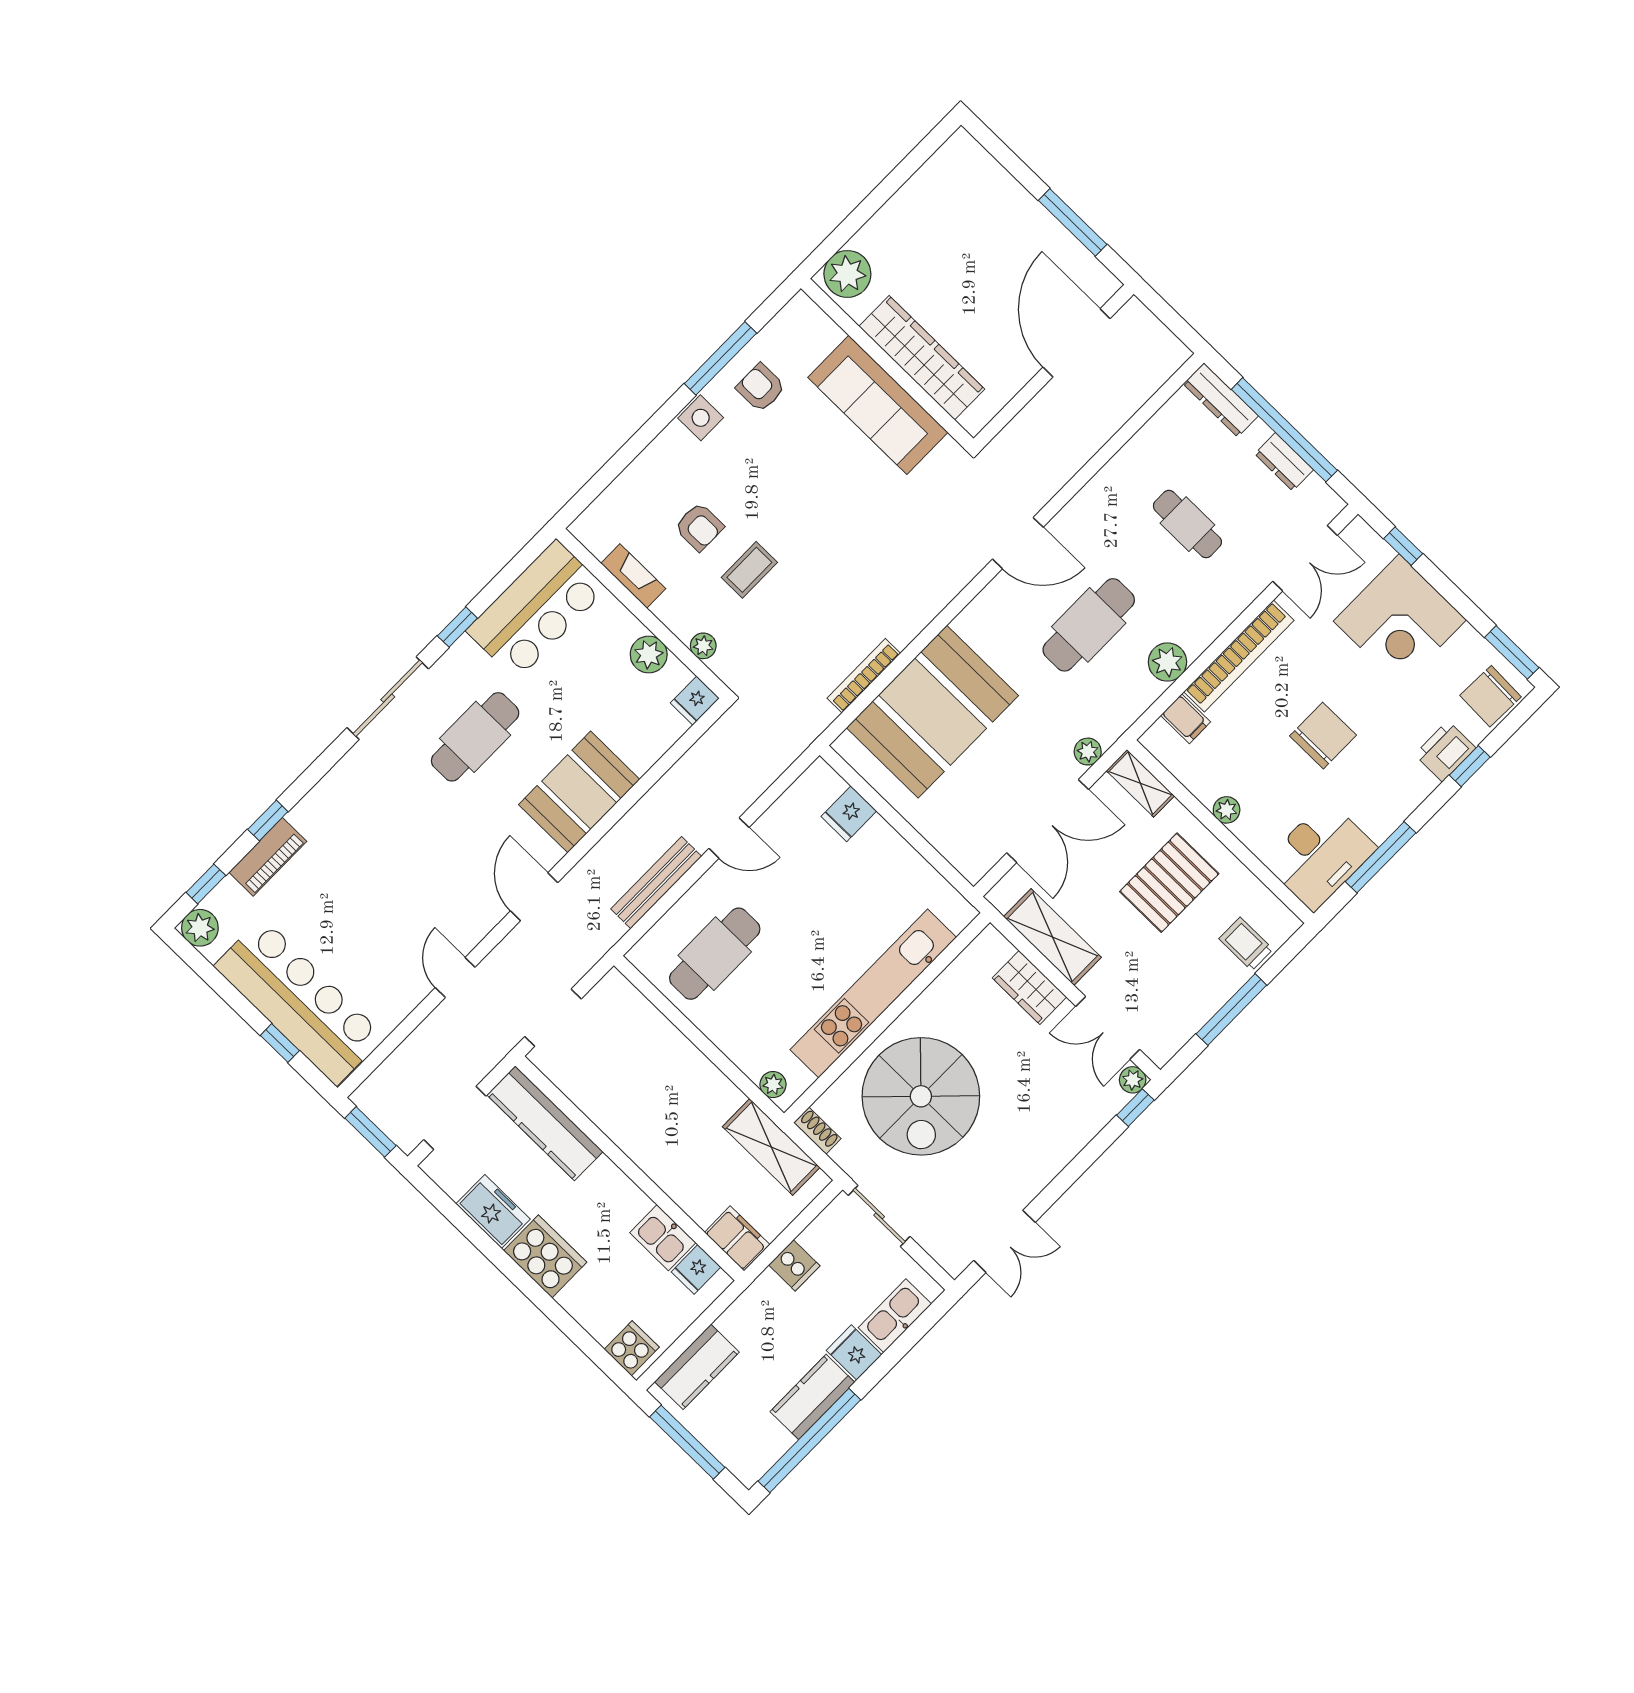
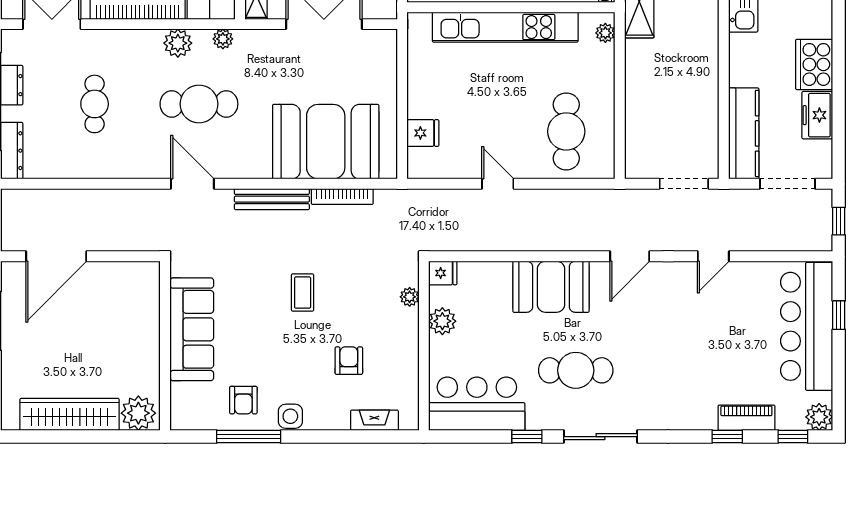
wardrobe: (922, 358) -> (69, 414), moved, turned 90
coffee table: (749, 570) -> (303, 293), moved, turned 90
fireplace: (633, 576) -> (374, 420), moved, turned 90
plant: (1088, 752) -> (223, 39), moved
bench: (656, 883) -> (272, 199), moved
cafe table: (715, 954) -> (566, 131), turned 90
window: (370, 1132) -> (839, 221), width x0.67

